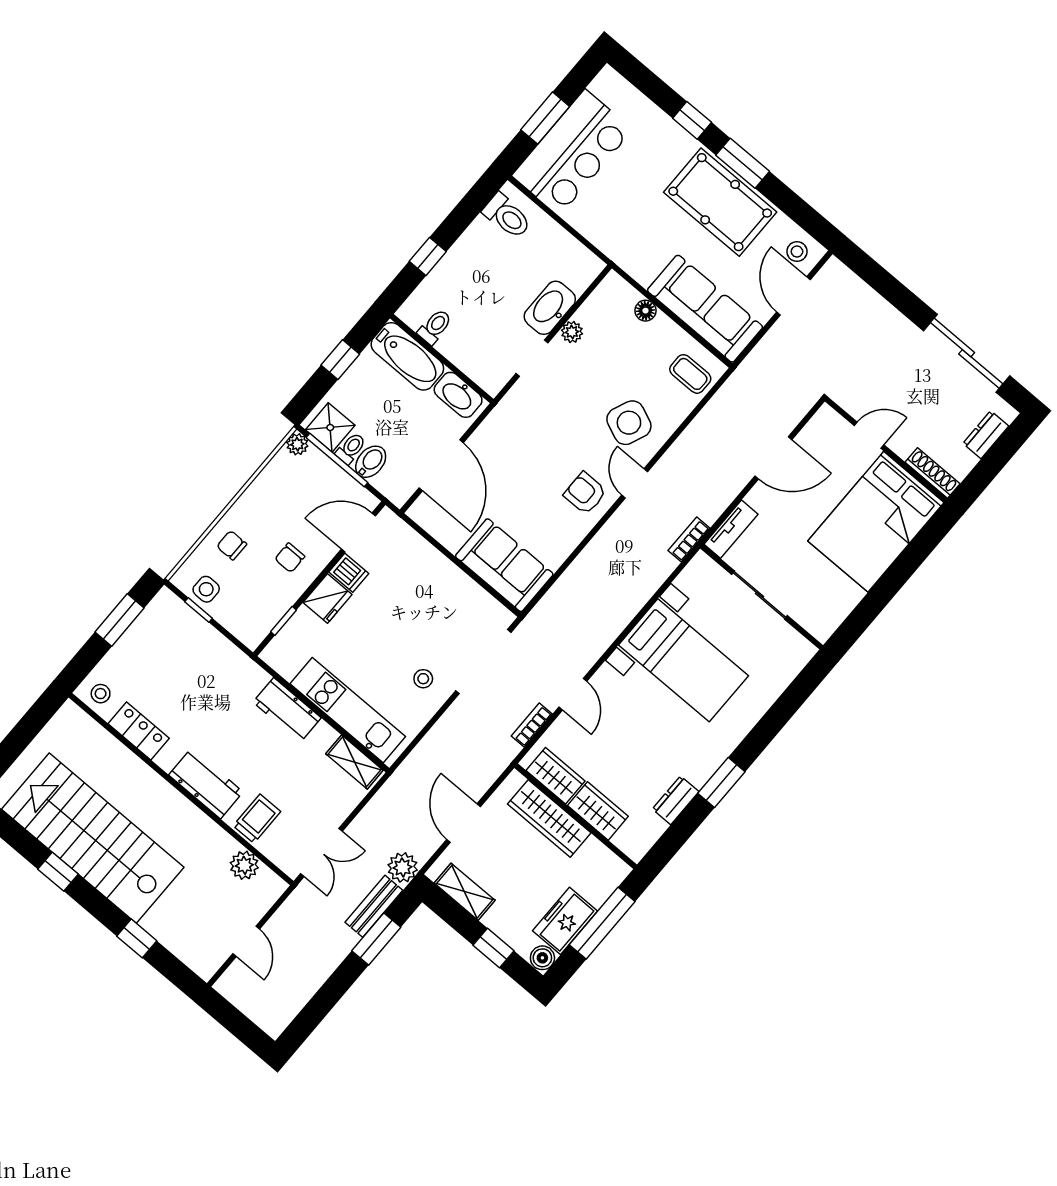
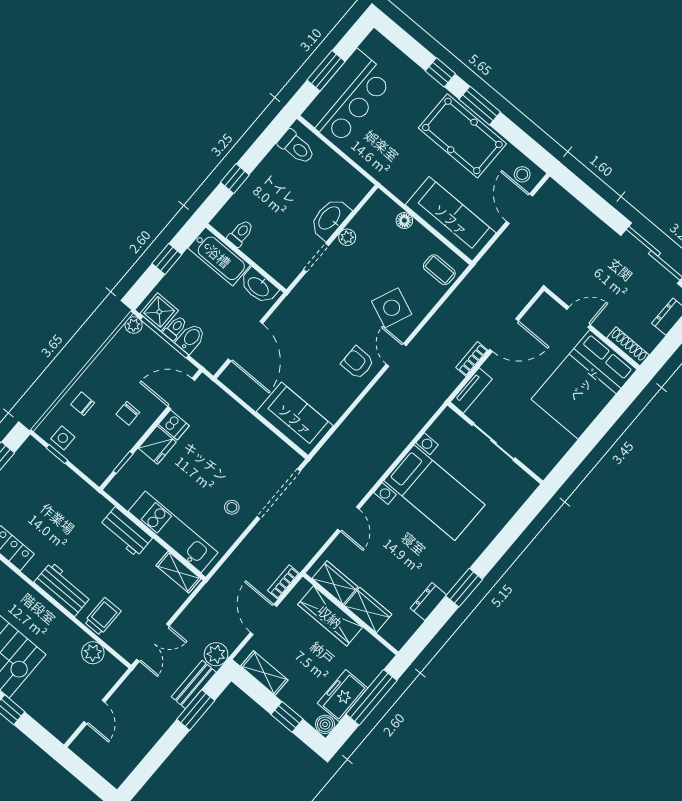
bookcase: (689, 539) -> (472, 359), moved
bookcase: (532, 725) -> (284, 582), moved

